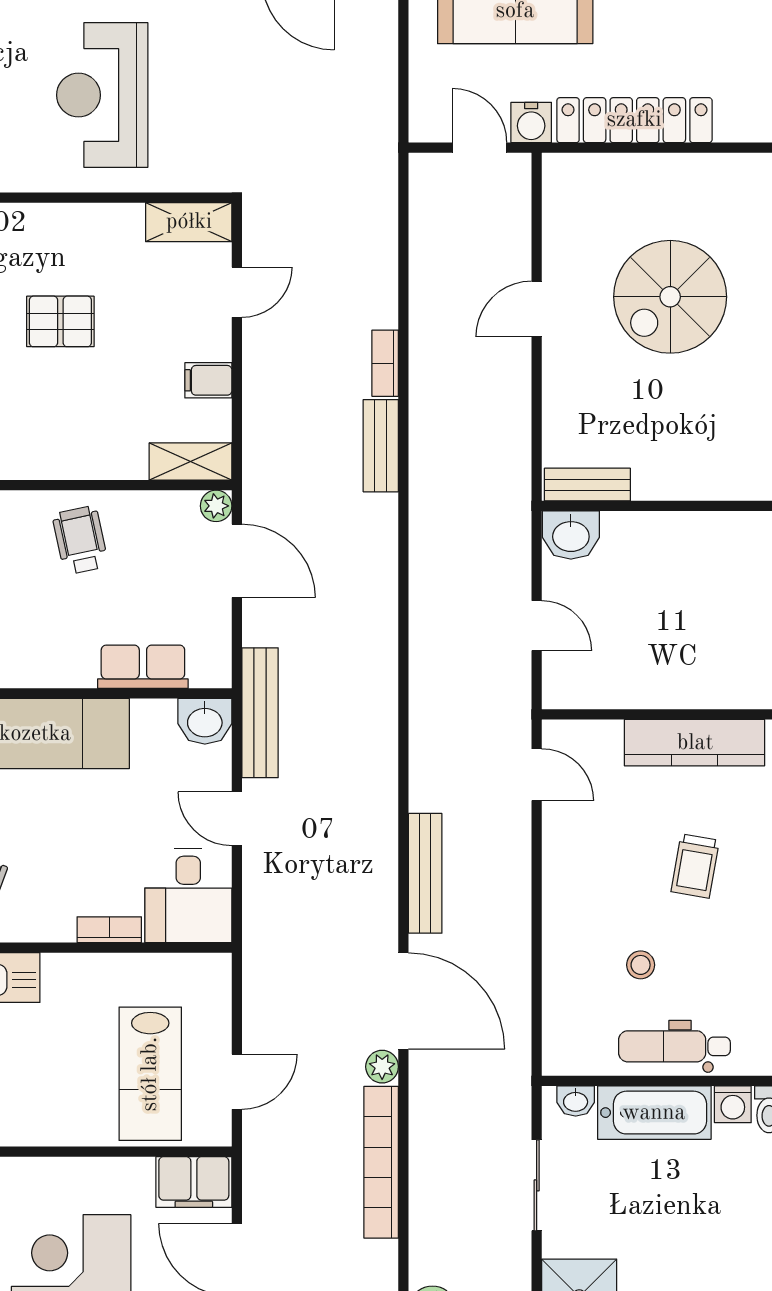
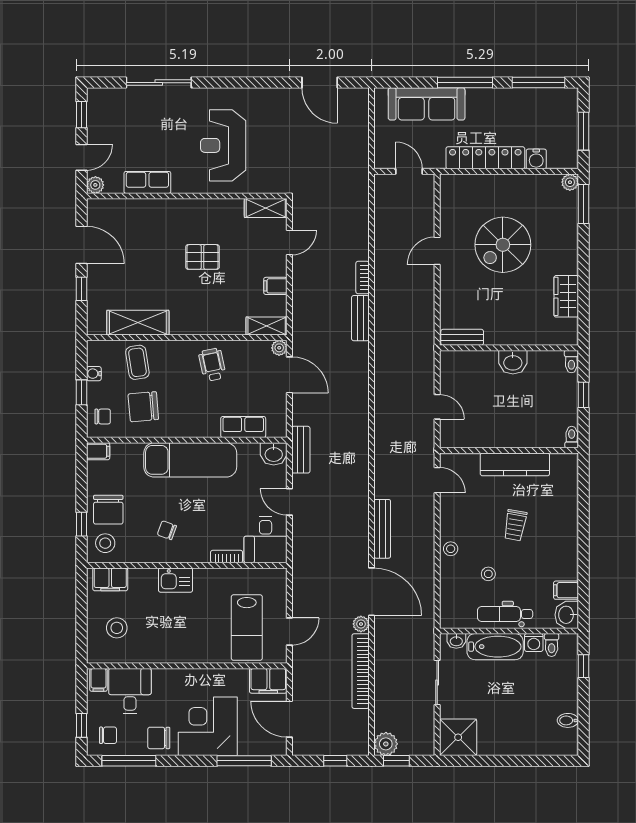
water cooler: (531, 123) -> (536, 159), moved
washbasin: (571, 535) -> (513, 362), moved
bench: (260, 713) -> (301, 450), width x0.73
stool: (564, 914) -> (451, 549), added

